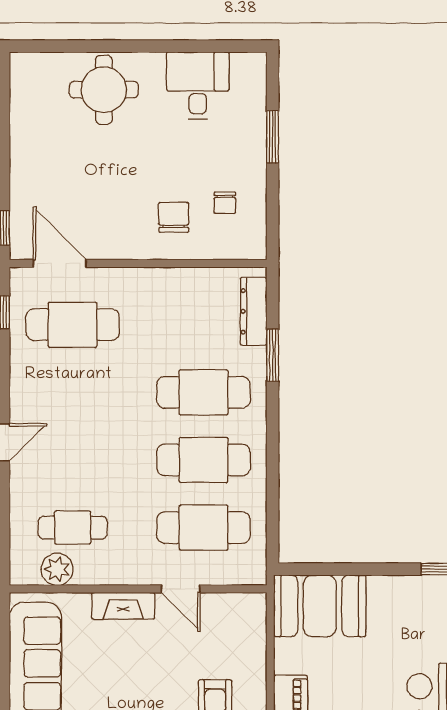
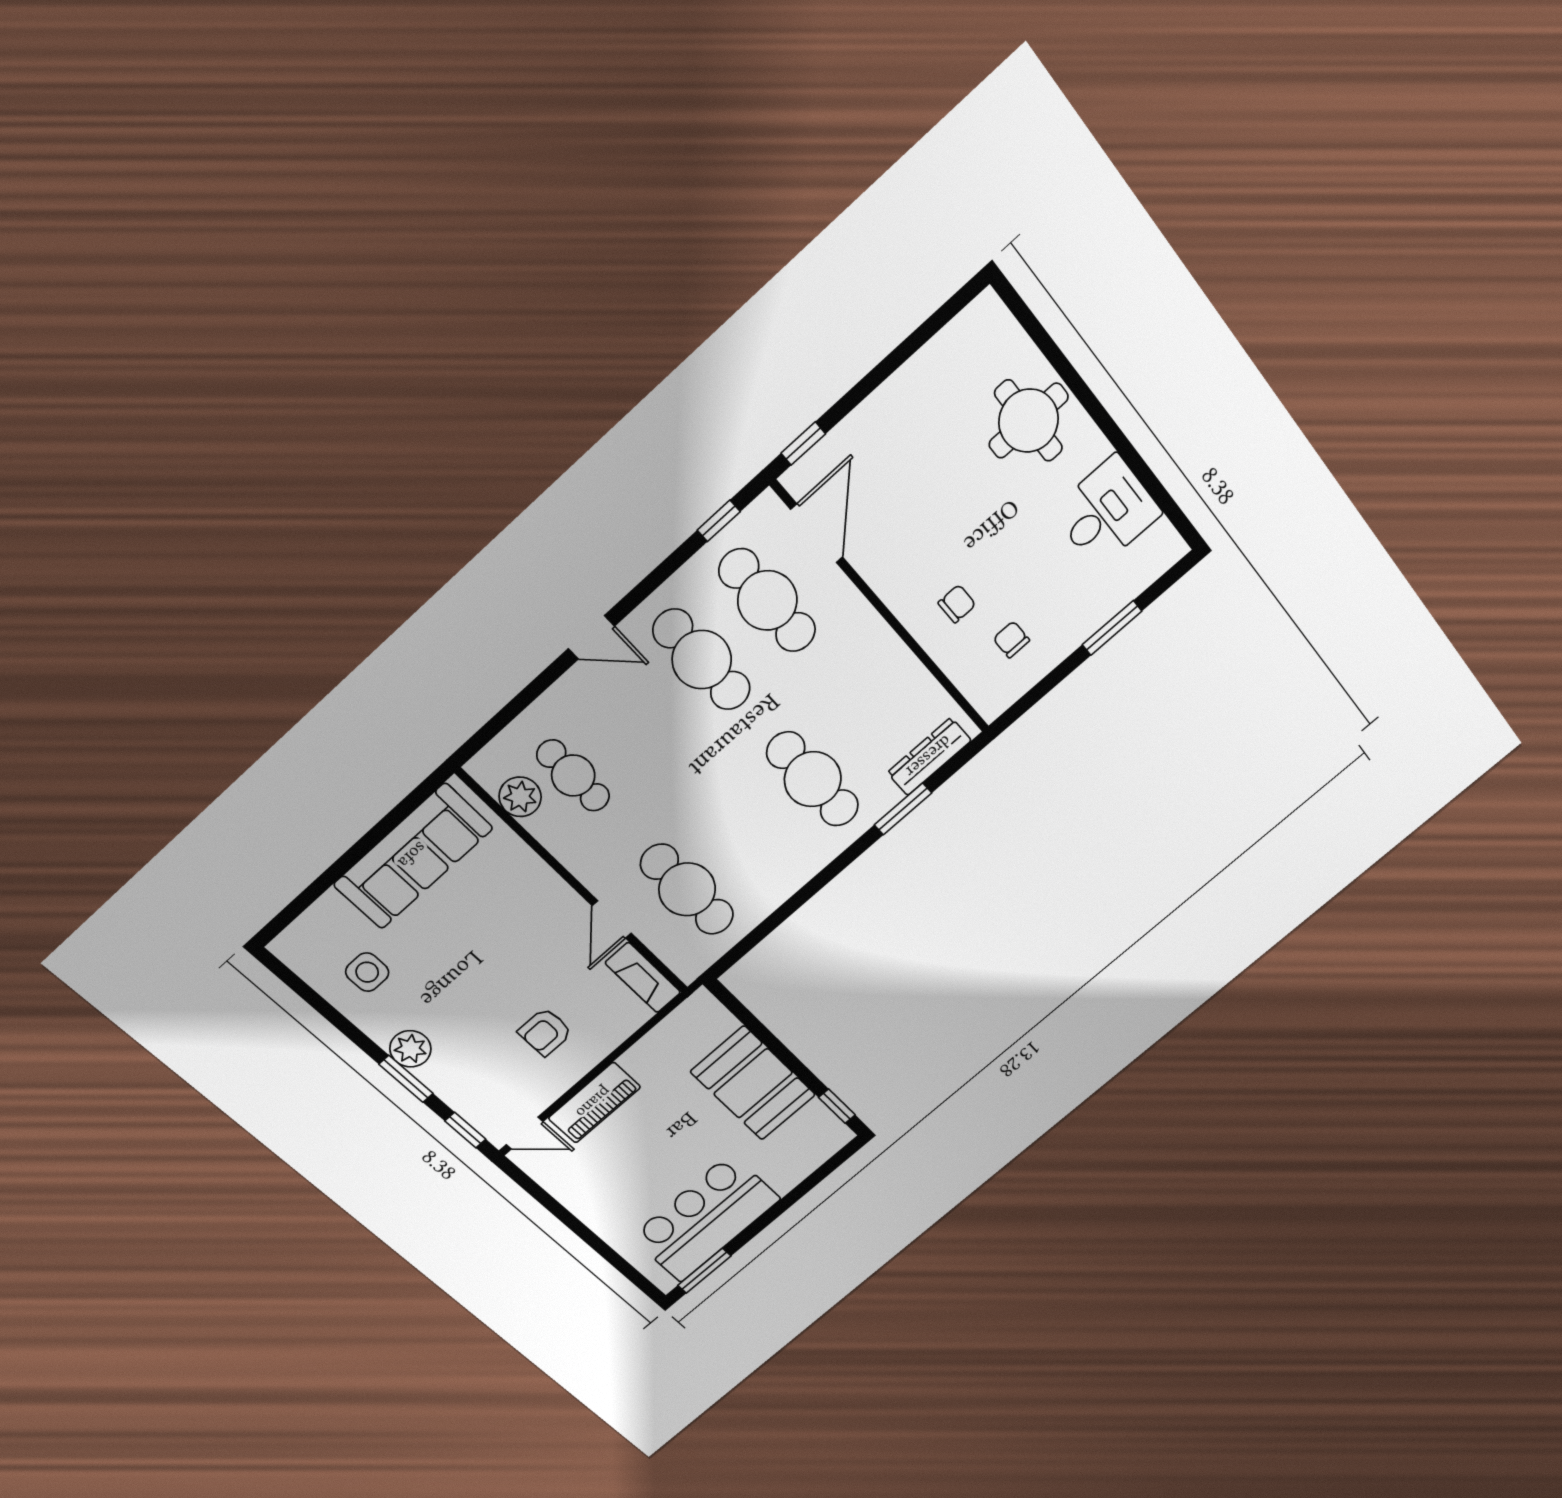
chair: (225, 203) -> (1011, 640), turned 90
chair: (174, 217) -> (957, 604), width x0.73, depth x0.73
cafe table: (203, 460) -> (702, 660), moved
fireplace: (123, 606) -> (643, 978), moved
booth: (320, 606) -> (753, 1083), moved

